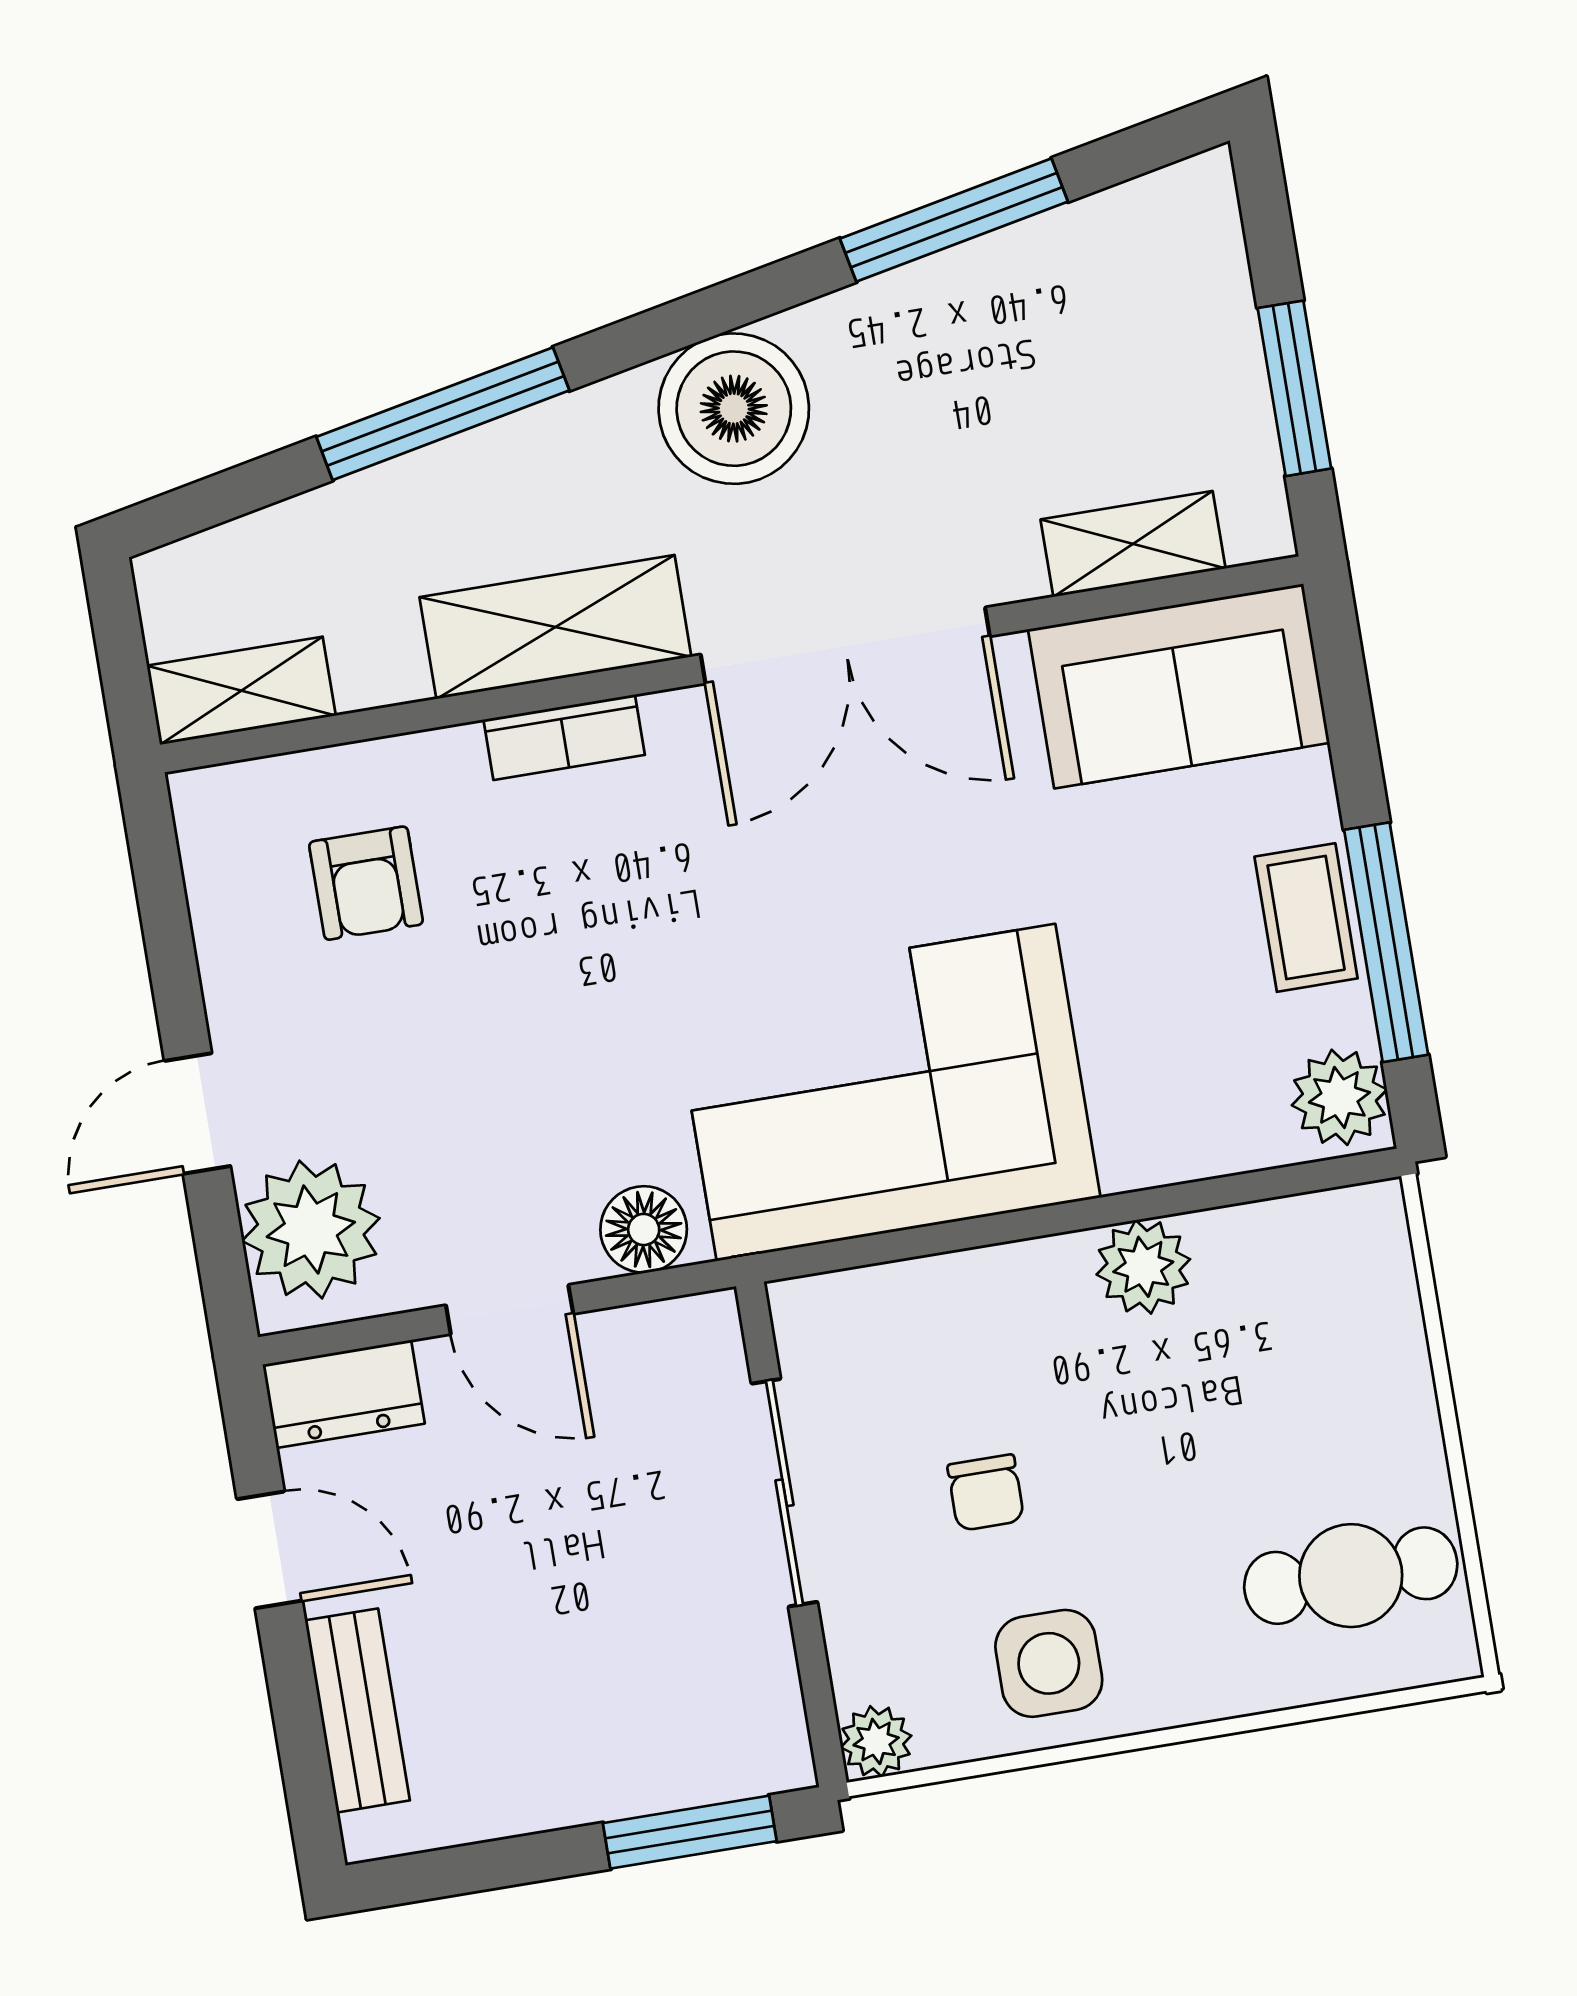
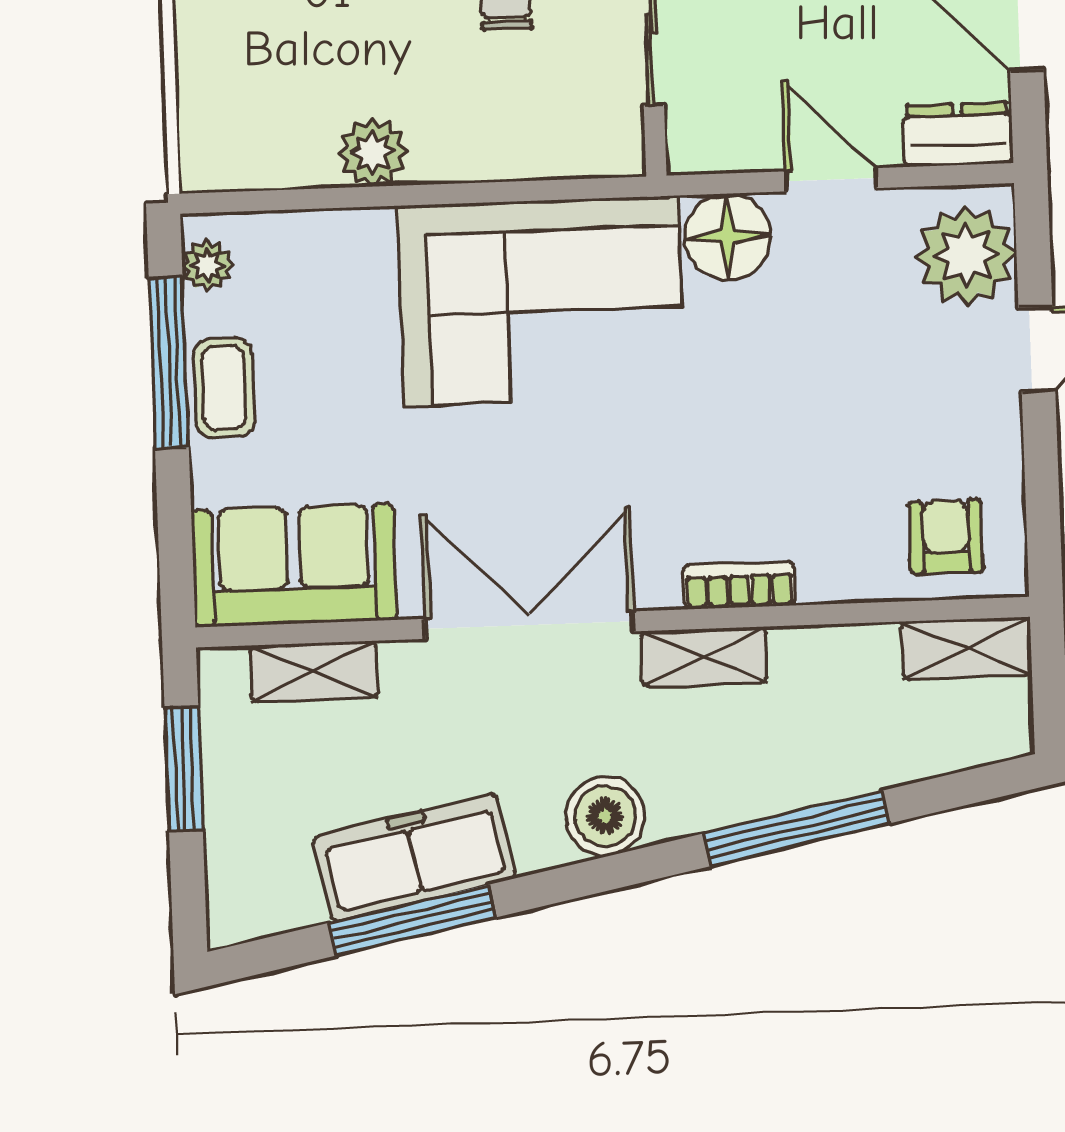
freezer: (962, 307) -> (414, 857), added
boiler: (734, 409) -> (605, 816), width x0.73, depth x0.73
shelving: (555, 627) -> (704, 657), width x0.67, depth x0.75
armchair: (366, 883) -> (946, 537), moved
plant: (1339, 1097) -> (207, 266), width x0.73, depth x0.73
floor lamp: (644, 1229) -> (728, 237), width x1.38, depth x1.38

